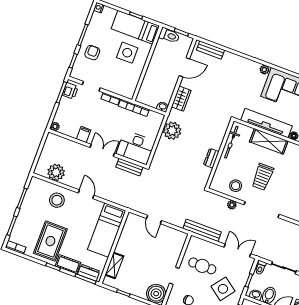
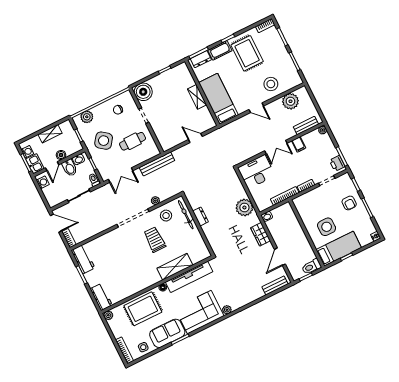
bicycle: (231, 142) -> (186, 215), moved
bench: (129, 167) -> (306, 126), moved
shelving: (114, 265) -> (197, 97), moved

